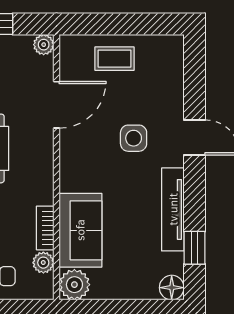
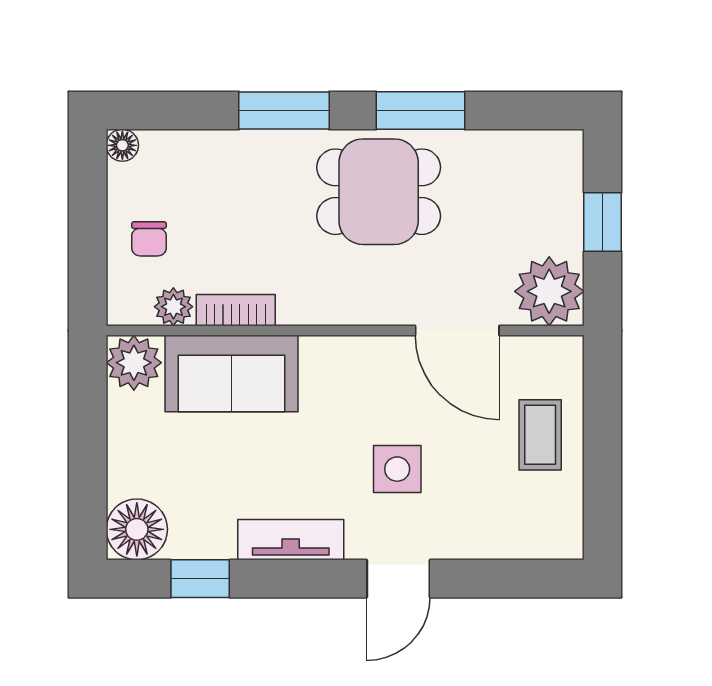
plant: (44, 45) -> (549, 291), width x1.87, depth x1.87
tv unit: (173, 209) -> (291, 540), width x0.71
floor lamp: (172, 288) -> (137, 529), width x1.38, depth x1.38

